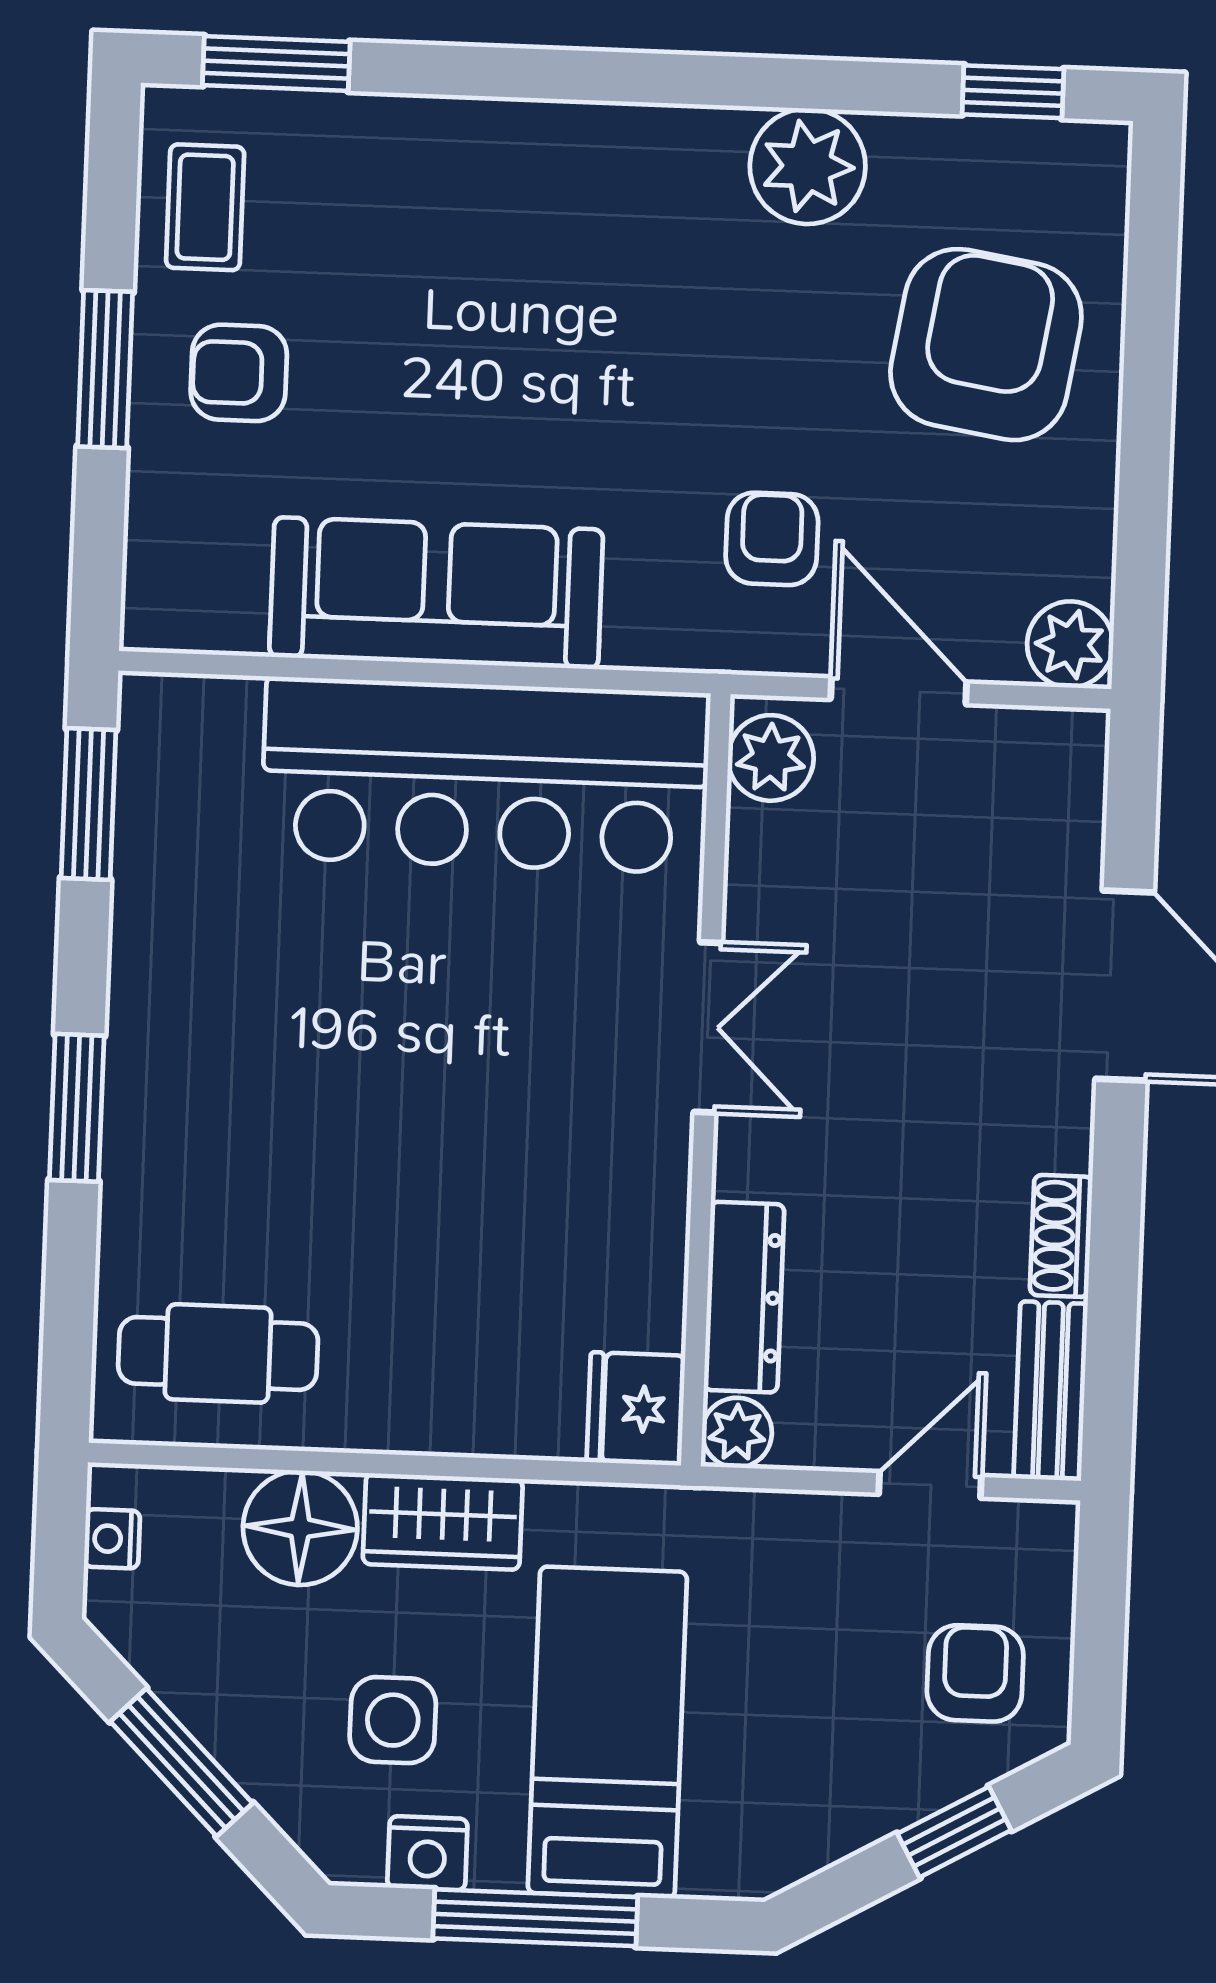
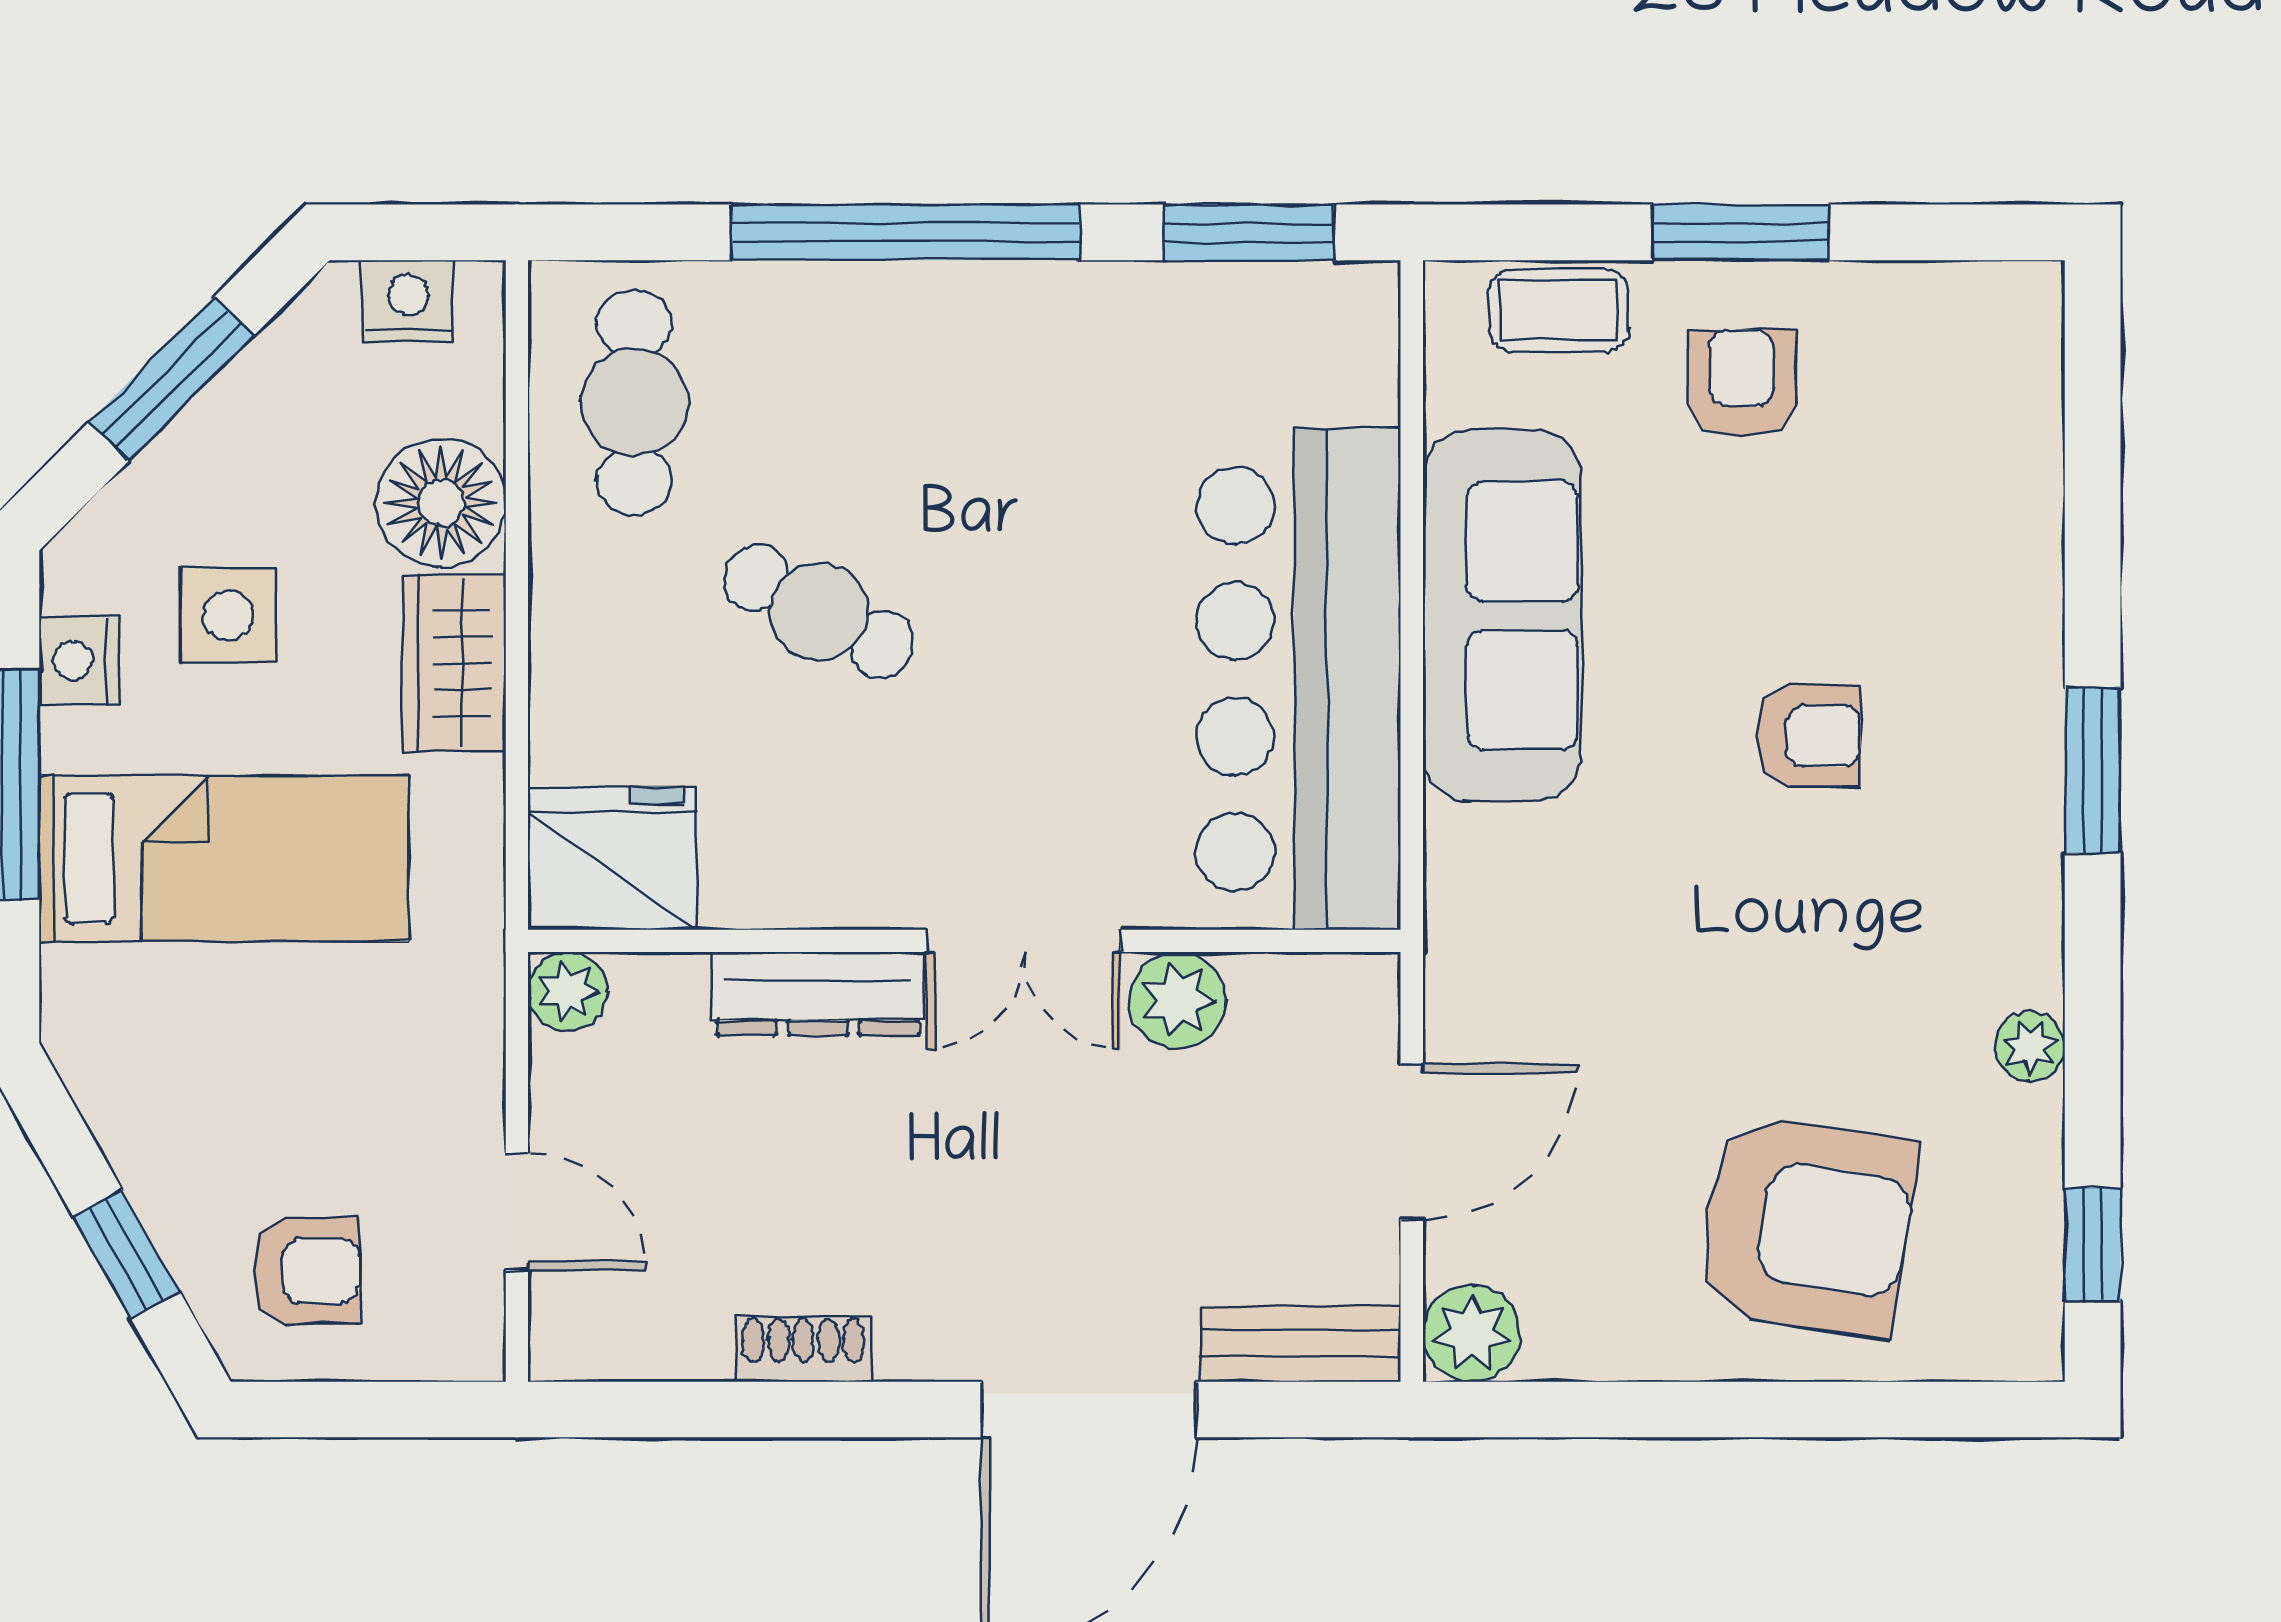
window: (276, 63) -> (2093, 770), moved
plant: (808, 166) -> (2030, 1047), width x0.53, depth x0.53
coffee table: (205, 207) -> (1559, 310), moved
armchair: (772, 539) -> (1809, 736), moved
plant: (771, 758) -> (1177, 1000), moved
window: (77, 1108) -> (906, 232), width x2.11
cafe table: (409, 1197) -> (819, 611), added
dresser: (744, 1297) -> (818, 994), moved
bench: (1051, 1391) -> (1301, 1344), moved
fridge: (636, 1409) -> (612, 858), width x1.36, depth x1.34
nightstand: (112, 1539) -> (408, 302), width x1.39, depth x1.35

